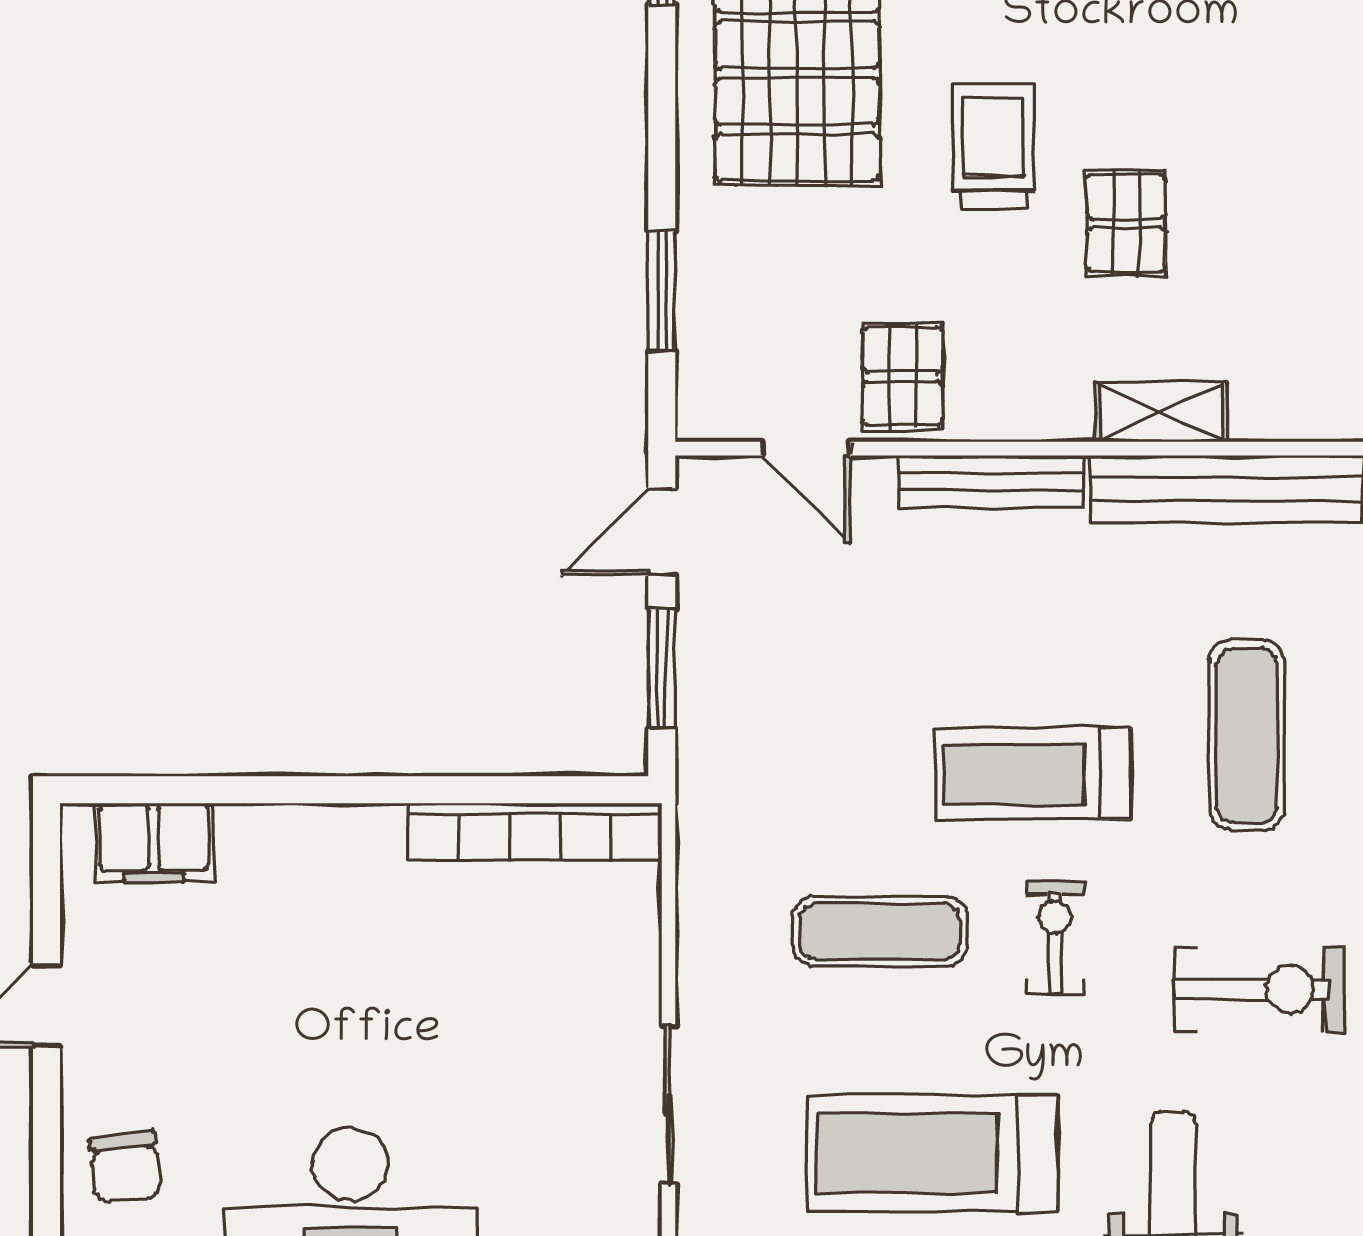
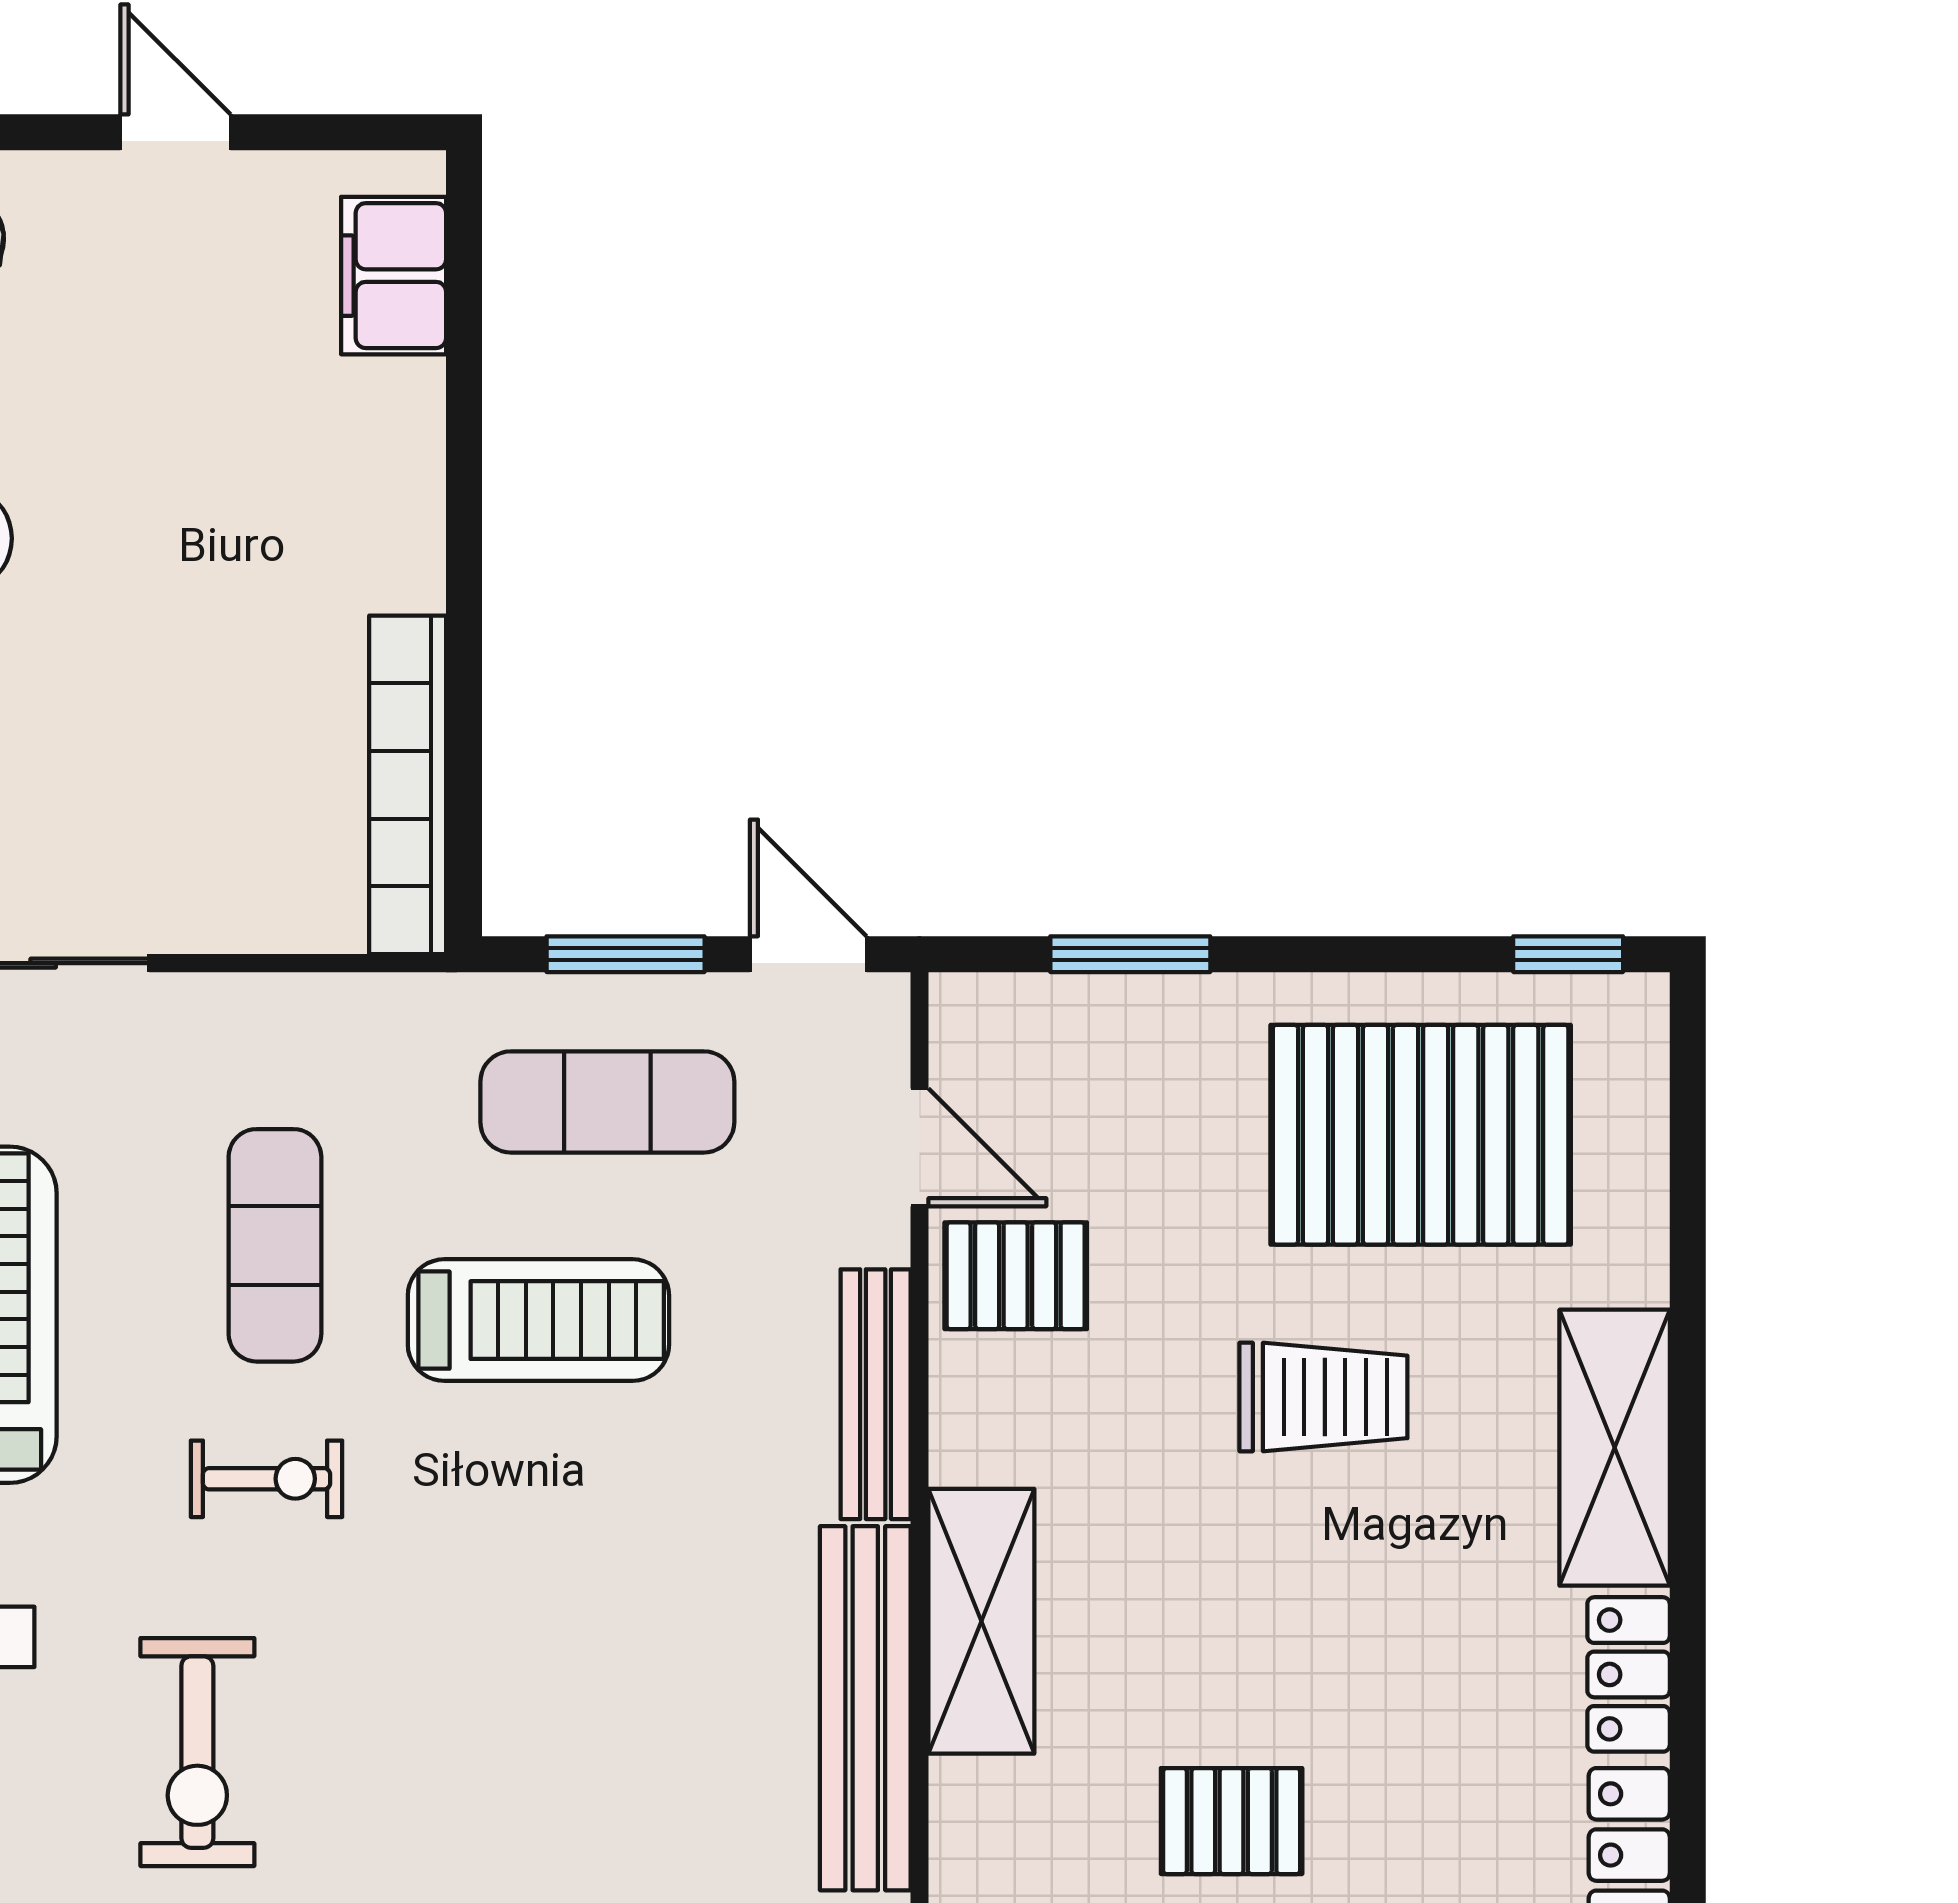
pallet: (1126, 223) -> (1232, 1821), moved
shelving: (1161, 412) -> (981, 1621), width x1.50, depth x1.33
door: (806, 449) -> (919, 1147), swing flipped
exercise mat: (1247, 735) -> (607, 1102), moved
treadmill: (1034, 774) -> (538, 1320), moved, turned 90

